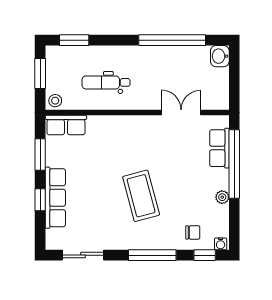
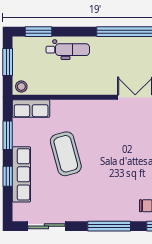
dental chair: (106, 82) -> (68, 50), moved, turned 180
coffee table: (141, 196) -> (66, 154), moved

